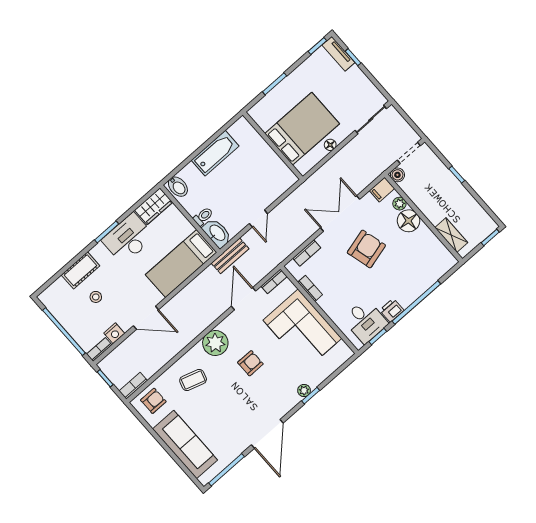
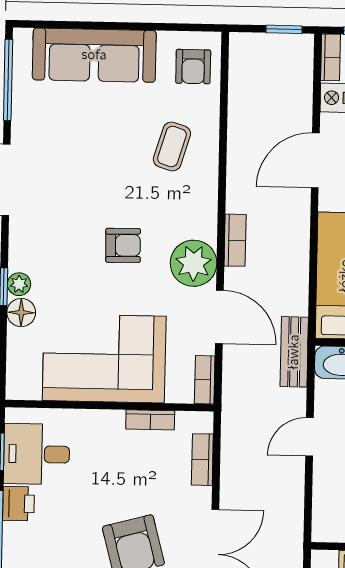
door: (258, 219) -> (310, 437), hinge flipped
plant: (215, 343) -> (194, 263), moved
armchair: (250, 363) -> (123, 245), turned -91
floor lamp: (315, 379) -> (21, 312), added
bookcase: (133, 386) -> (235, 240), moved

